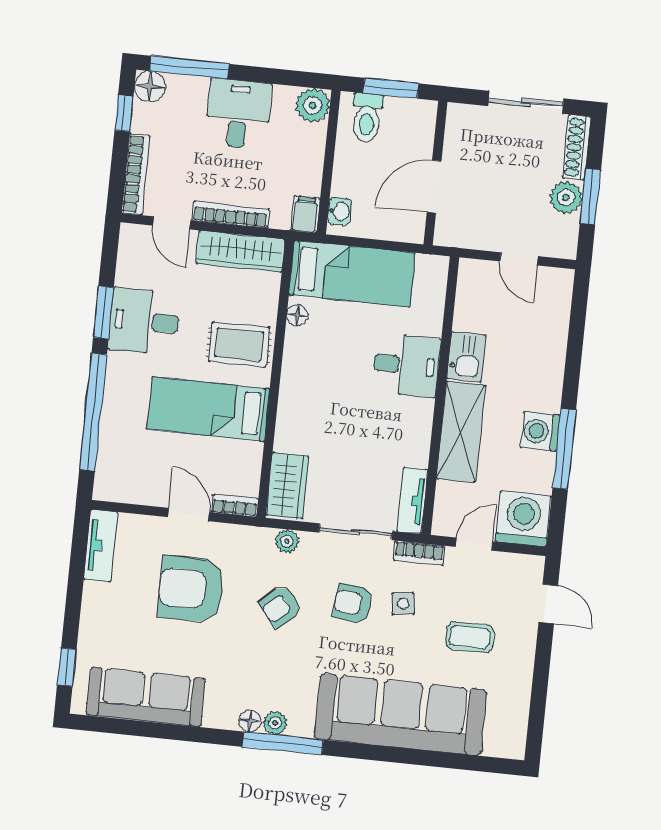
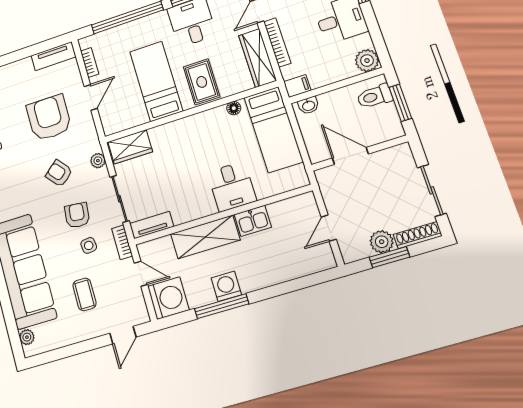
bookcase: (235, 506) -> (90, 63), moved
plant: (496, 746) -> (27, 337), added

